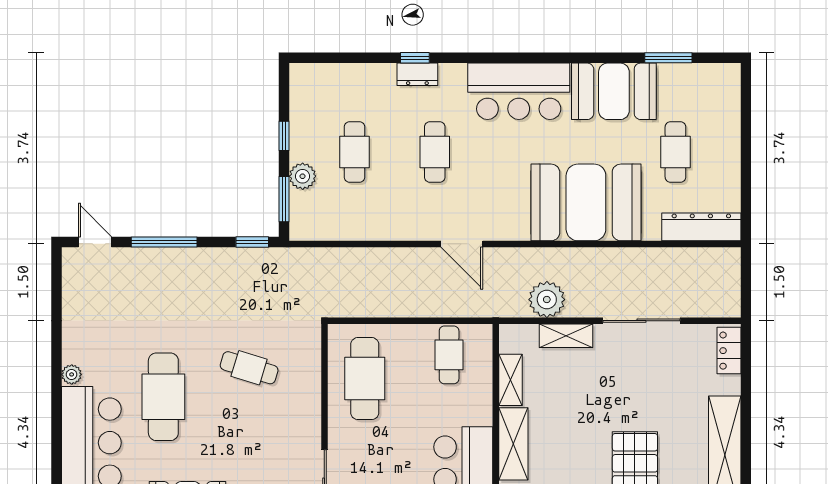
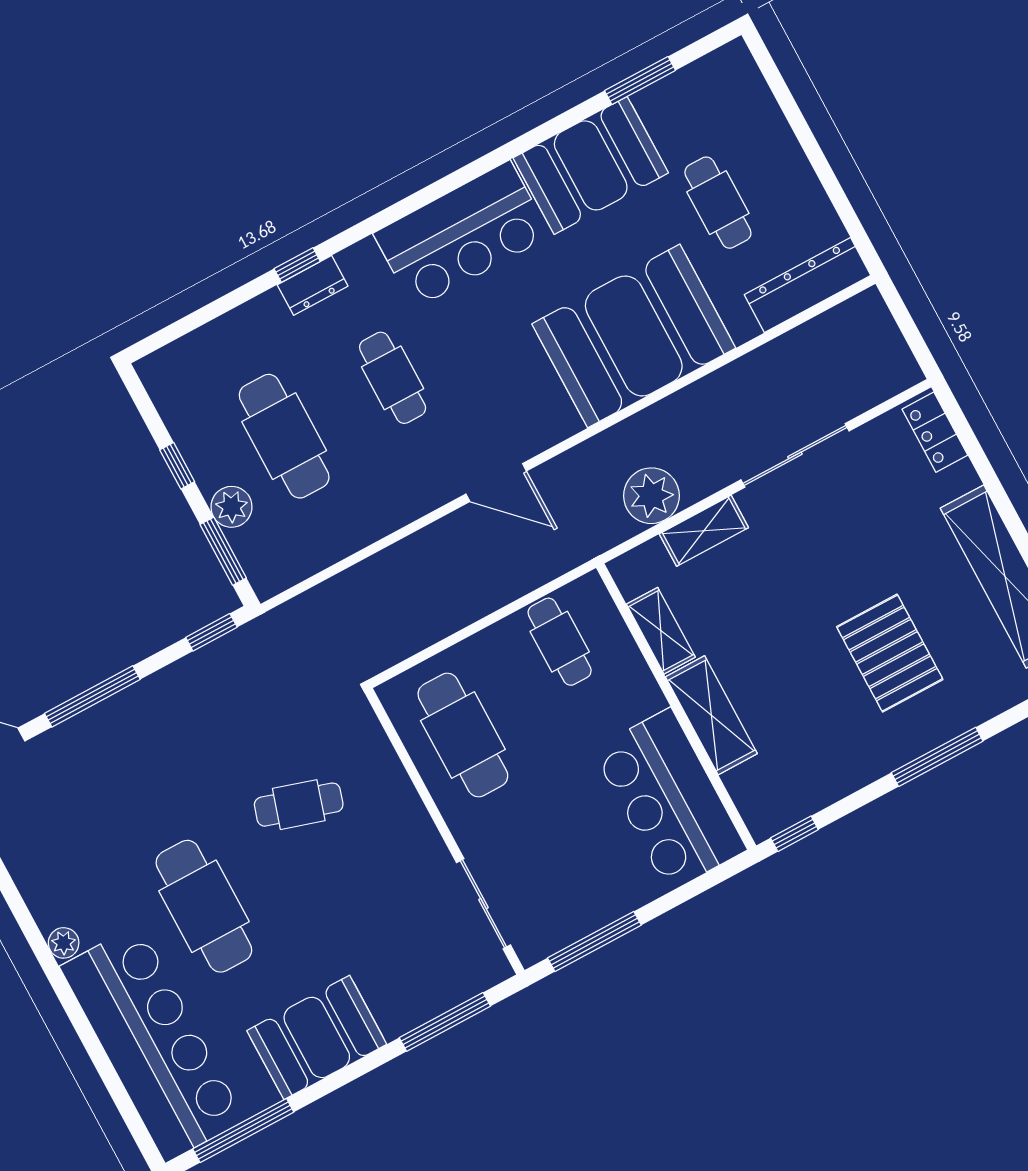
cafe table: (355, 152) -> (284, 436), width x1.37, depth x1.35

